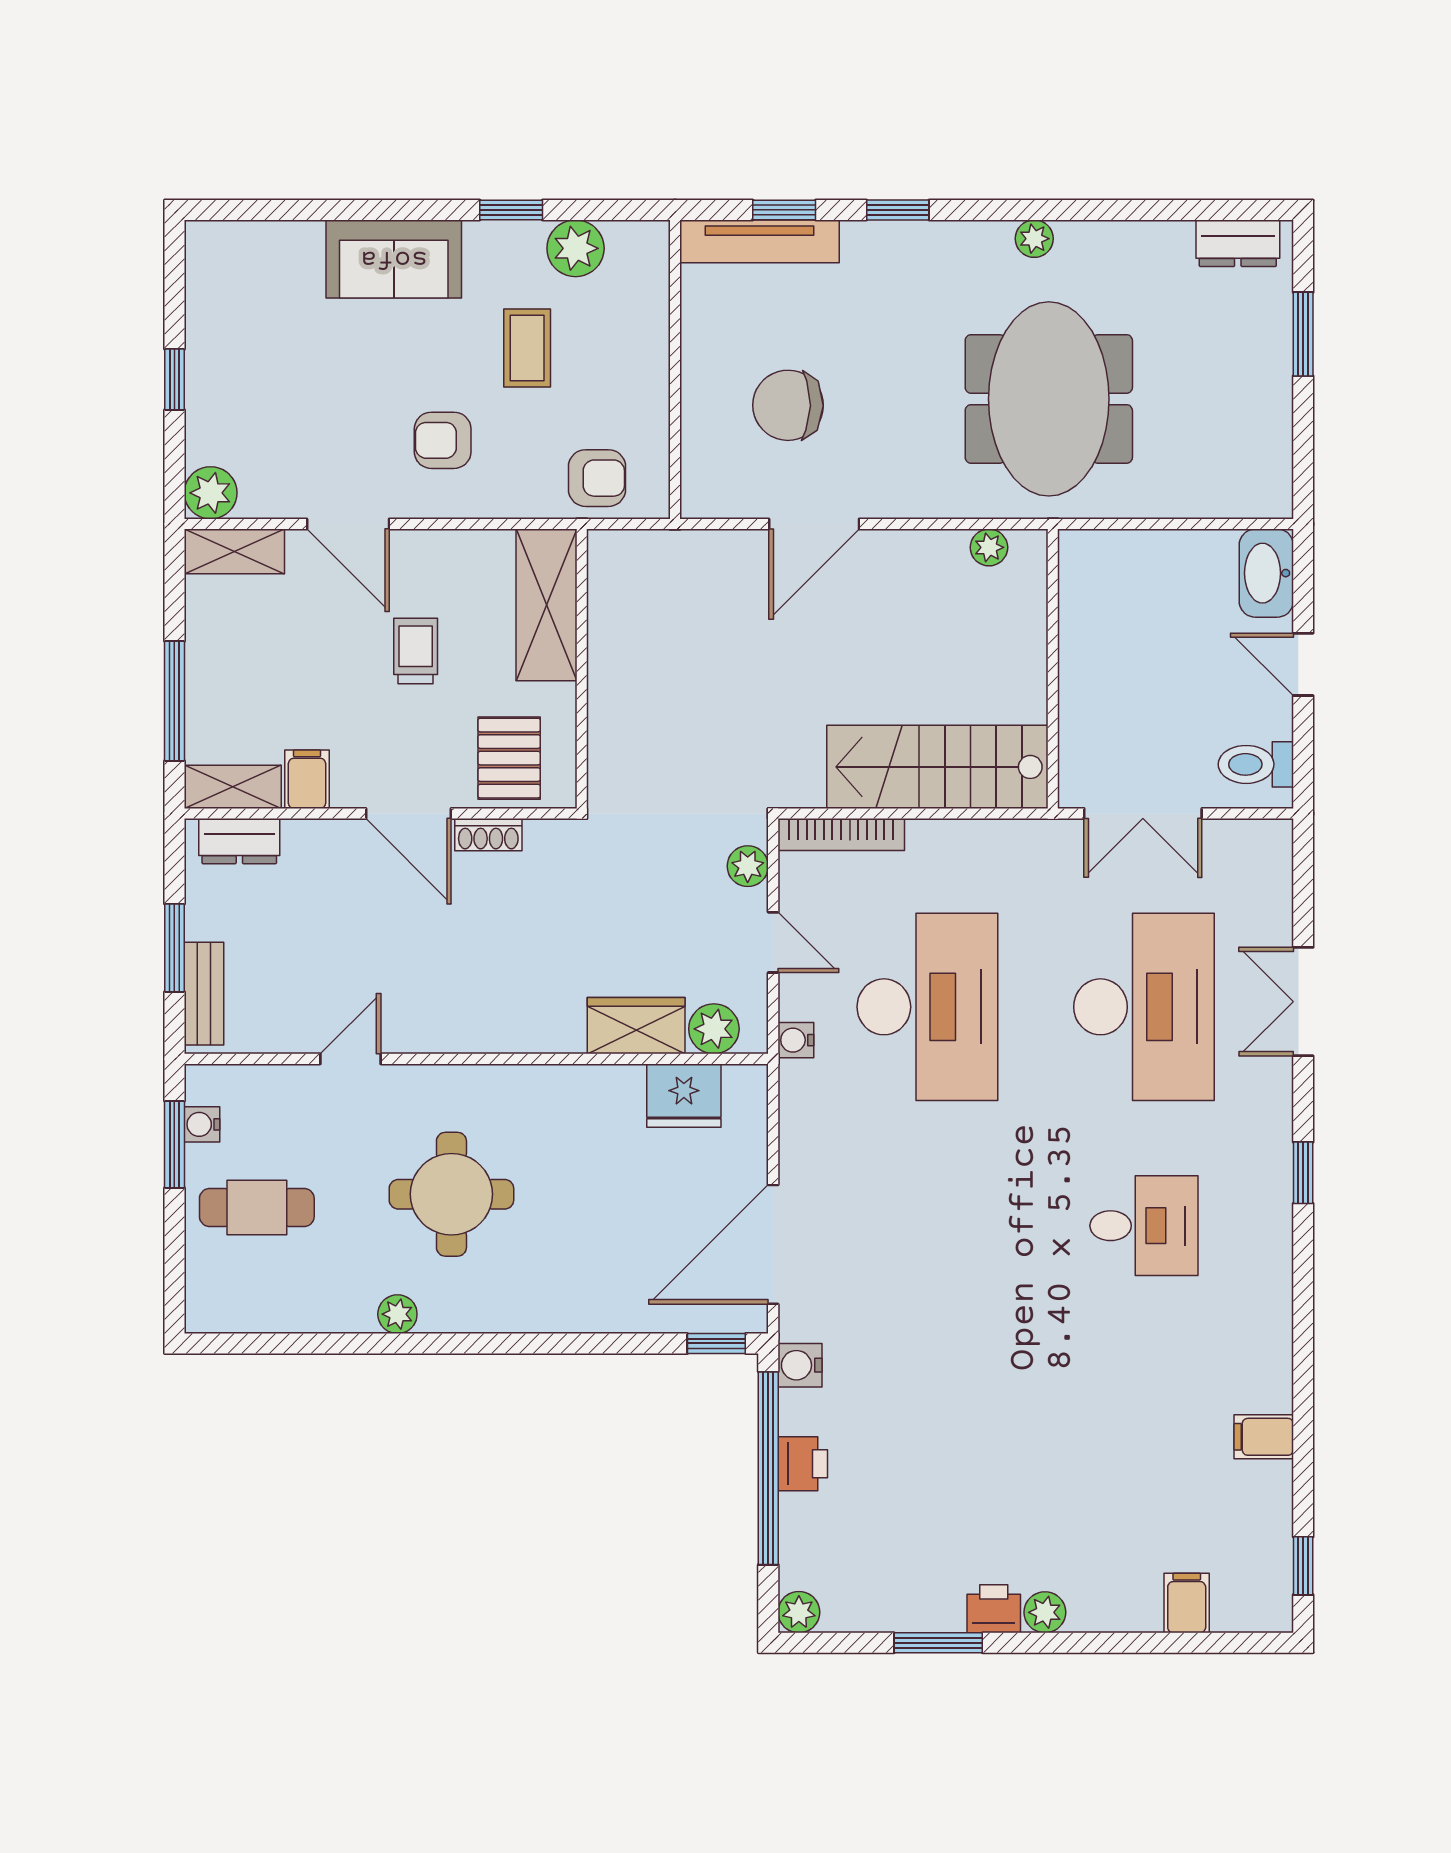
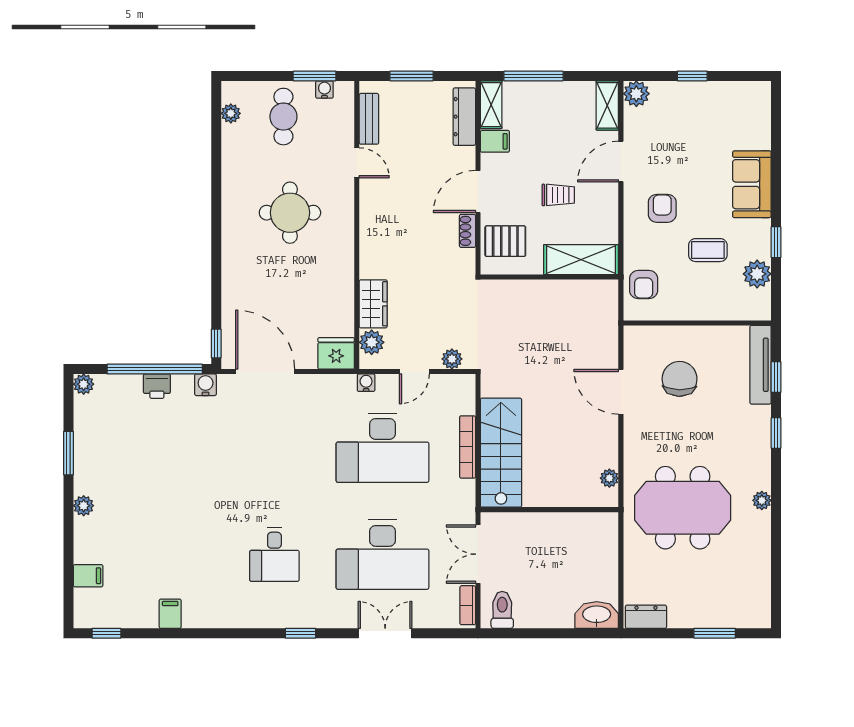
dresser: (1238, 243) -> (646, 617), moved, turned 90
door: (1303, 664) -> (552, 633), removed
bookcase: (1246, 834) -> (468, 605), added
bookcase: (841, 835) -> (468, 447), moved
dresser: (239, 841) -> (464, 117), width x1.44
bench: (204, 994) -> (369, 119), moved, turned 90
fridge: (684, 1096) -> (336, 353), moved, turned 90
plant: (397, 1314) -> (231, 113), moved
printer: (994, 1609) -> (85, 480), removed

